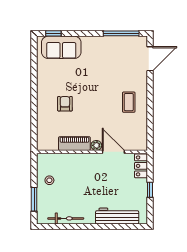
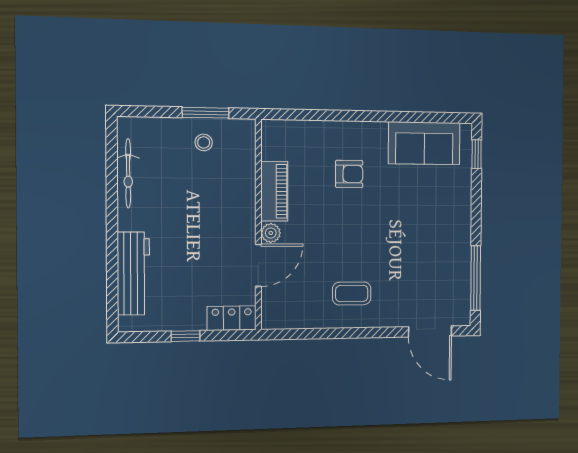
sofa: (61, 47) -> (424, 143), moved, turned -90
window: (34, 199) -> (205, 113), moved

